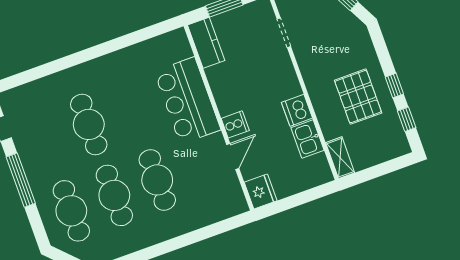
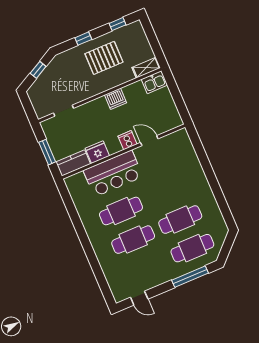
window: (394, 85) -> (83, 39), moved
kitchen sink: (308, 139) -> (154, 82), moved
window: (21, 180) -> (190, 277), moved
cafe table: (157, 180) -> (121, 211), moved
fridge: (261, 191) -> (97, 152), moved

